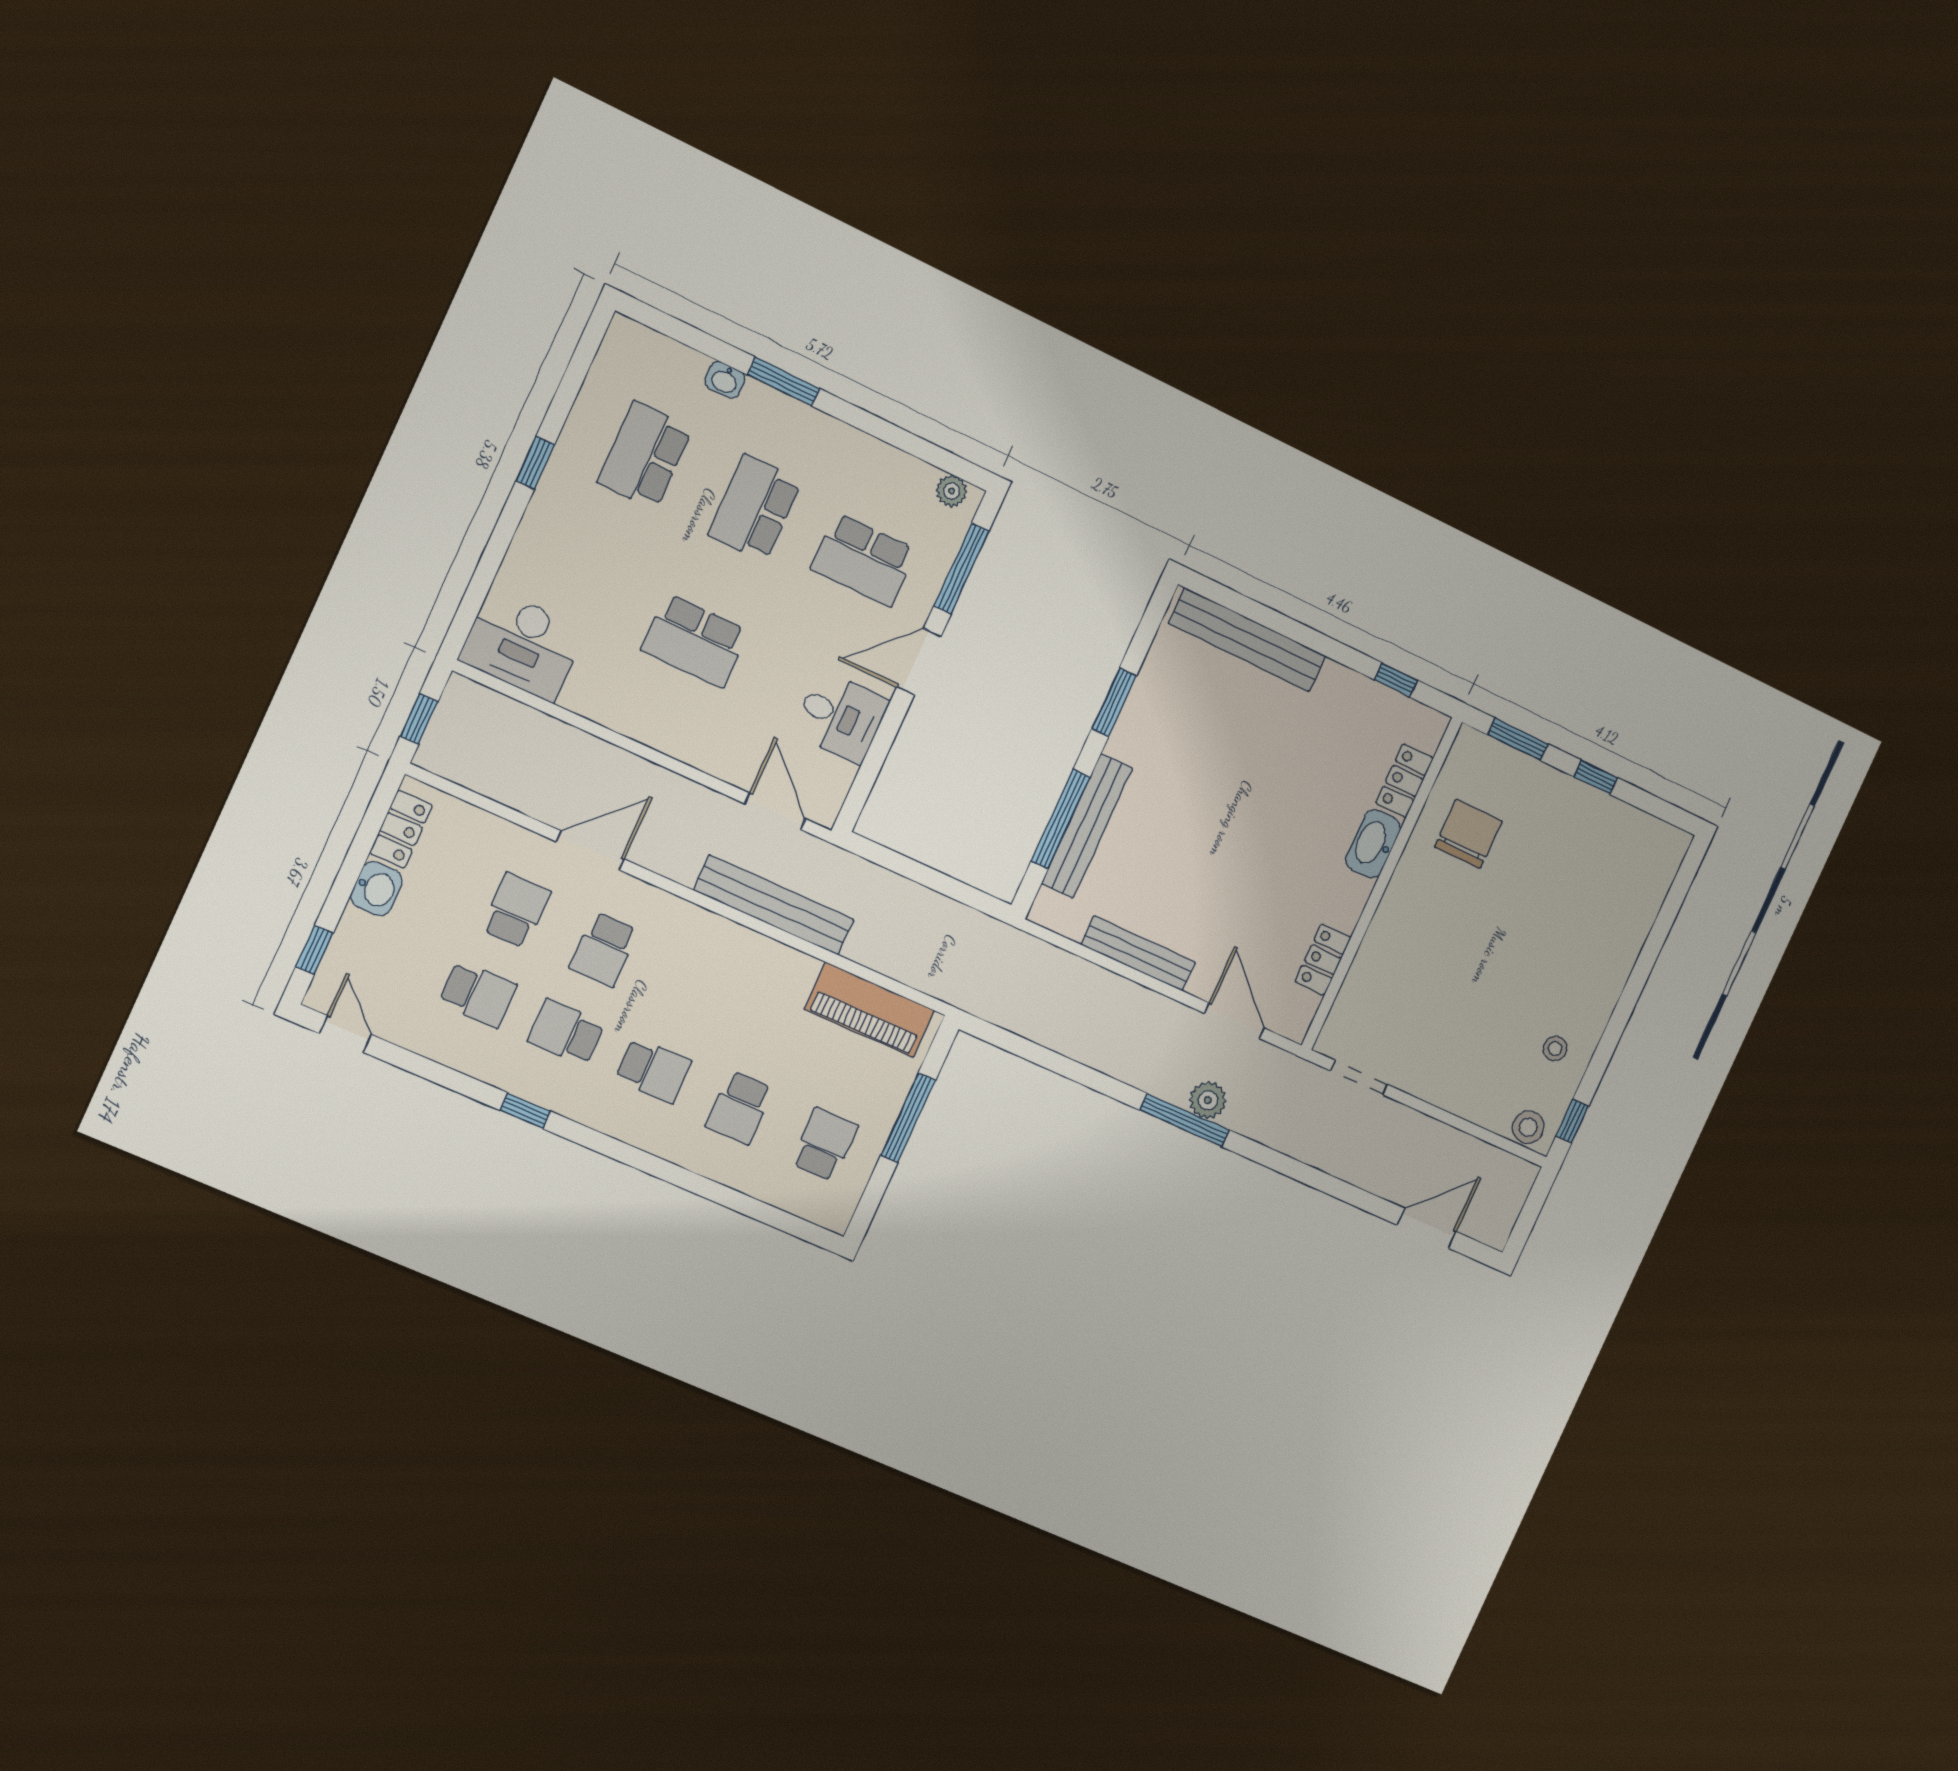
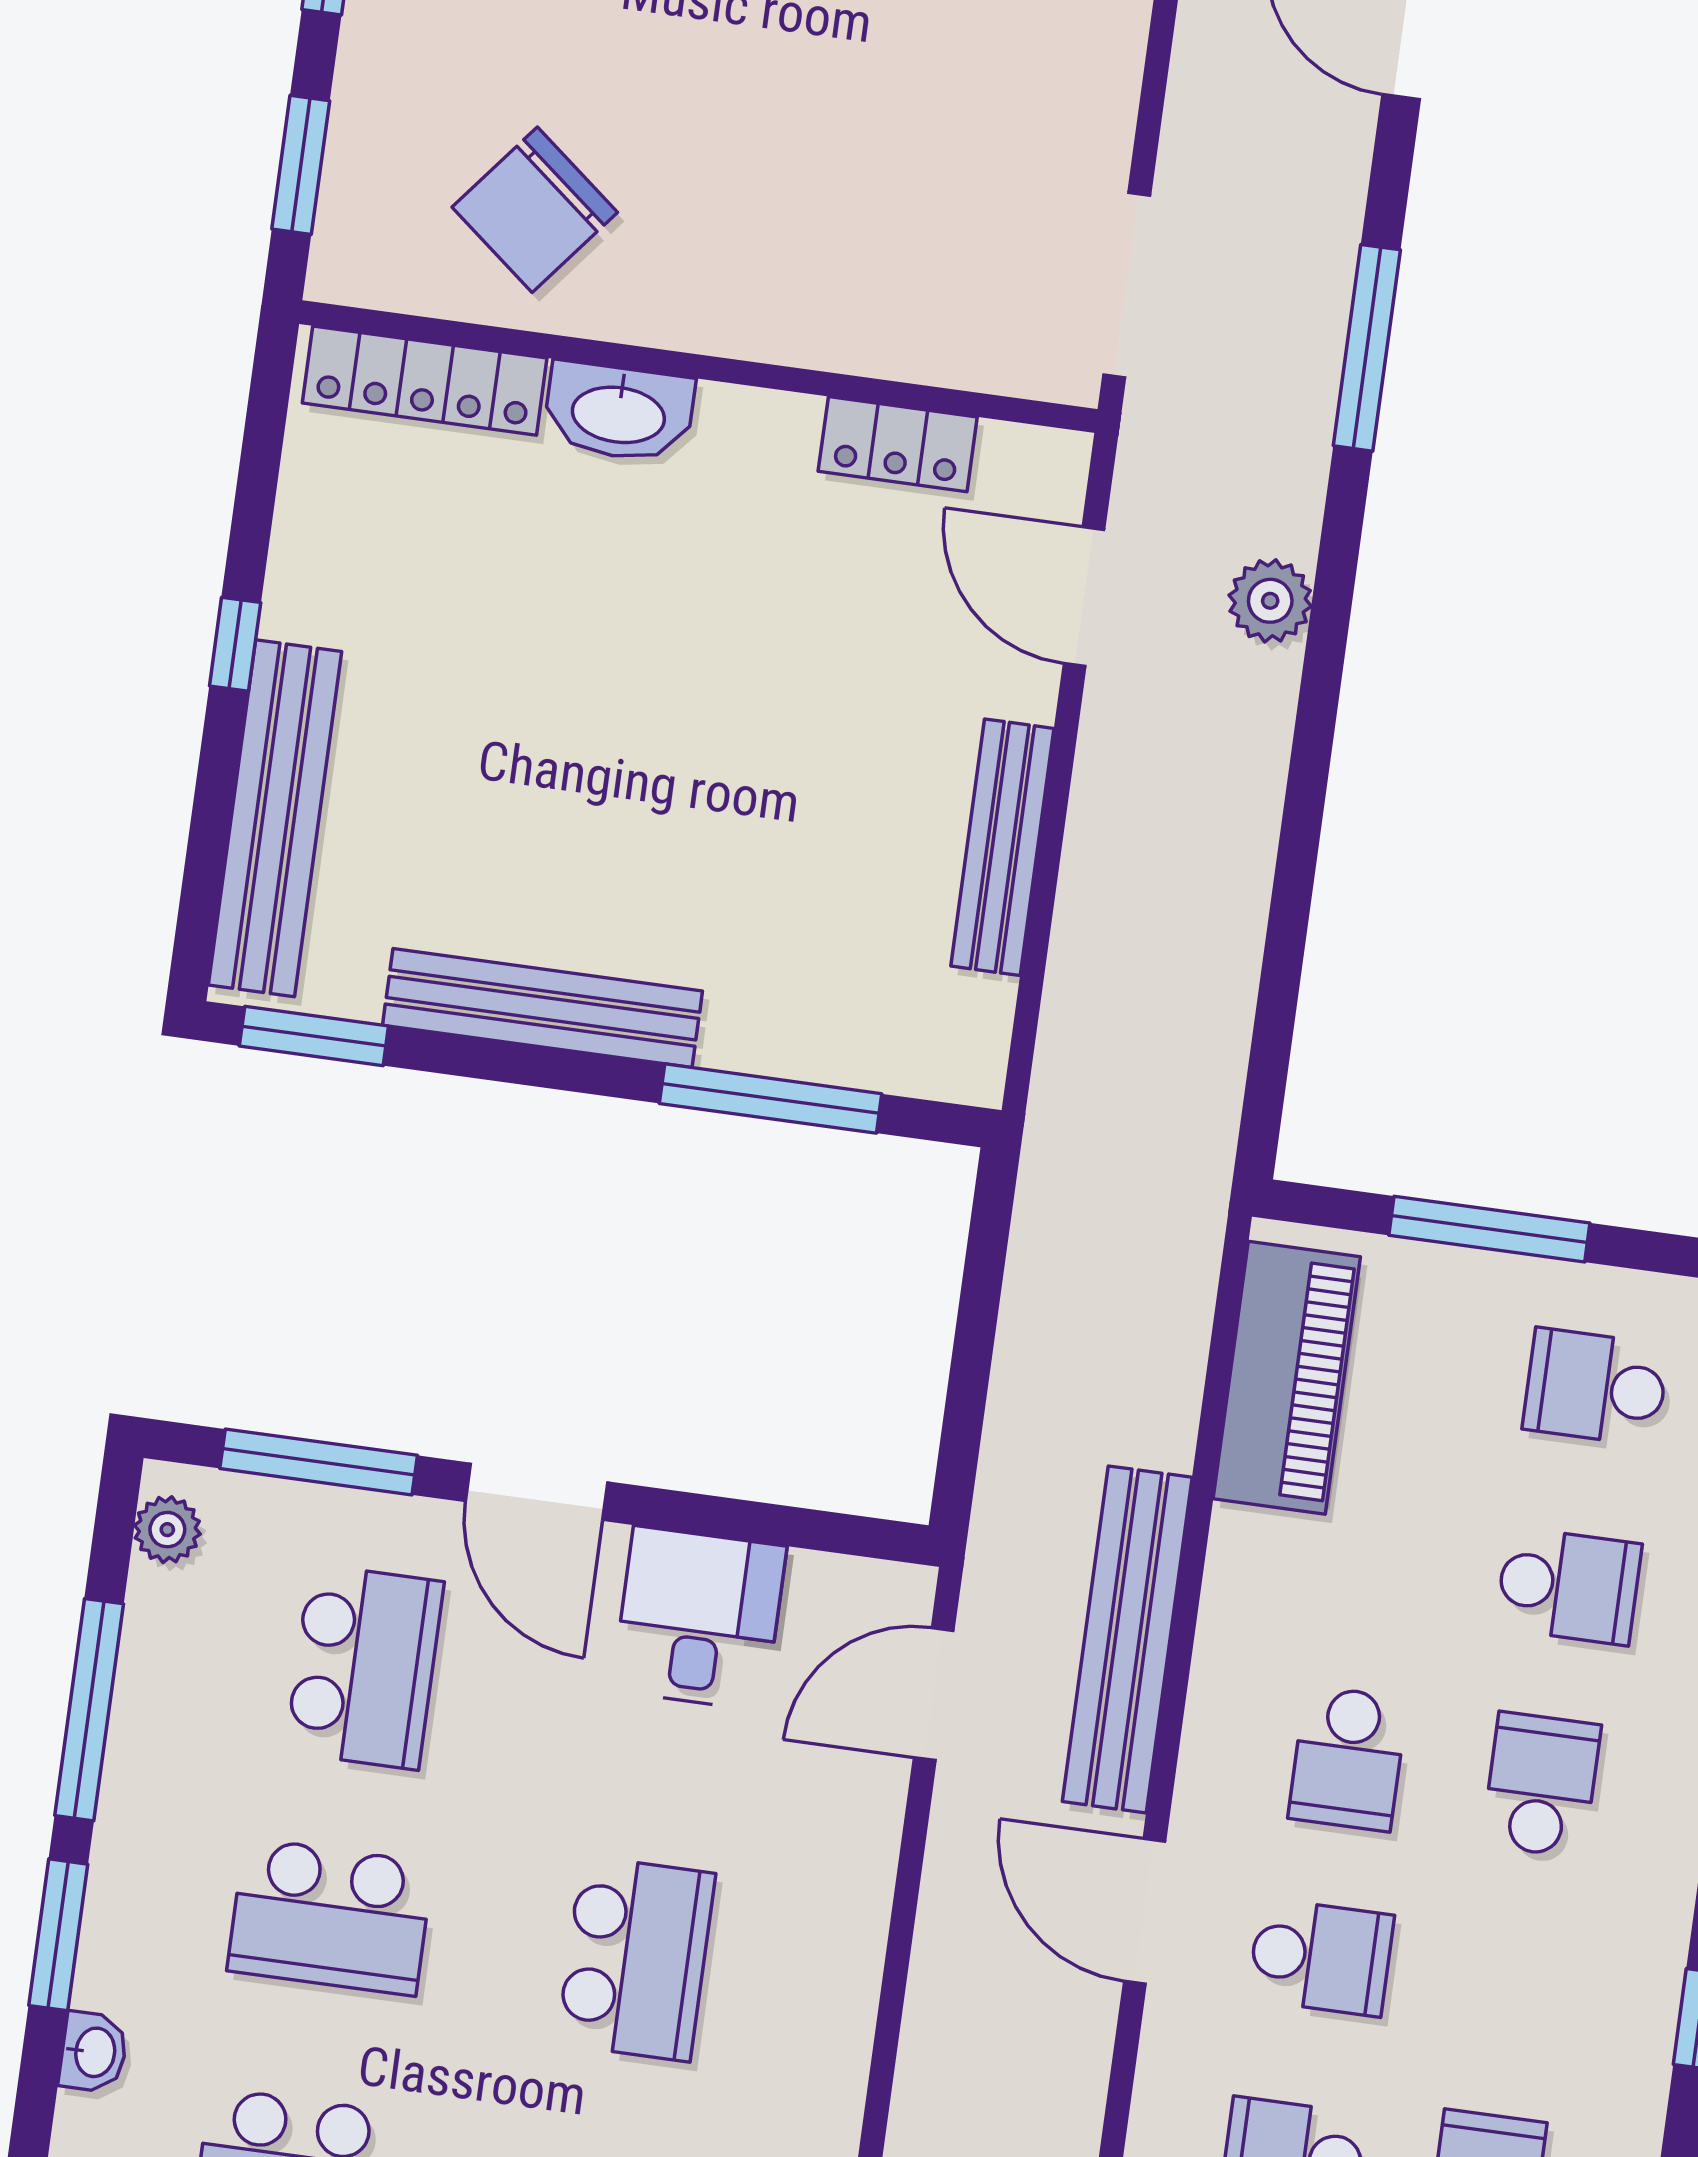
window: (881, 429) -> (89, 1710), added
window: (1396, 680) -> (235, 644), moved
window: (1114, 702) -> (314, 1036), moved
locker: (1404, 781) -> (425, 381), width x1.53
bench: (1087, 826) -> (543, 1008), moved
chair: (1468, 834) -> (535, 210), turned -51
door: (590, 850) -> (1145, 1911), moved
door: (1234, 1021) -> (1084, 597), hinge flipped
school desk: (566, 1032) -> (1348, 1758), moved
doorway: (1359, 1078) -> (1127, 285), width x1.38
window: (1185, 1120) -> (1367, 348), moved

